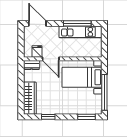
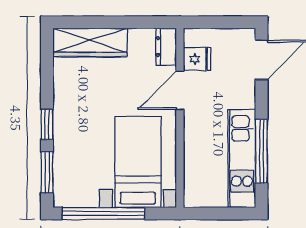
window: (48, 117) -> (47, 124), moved

